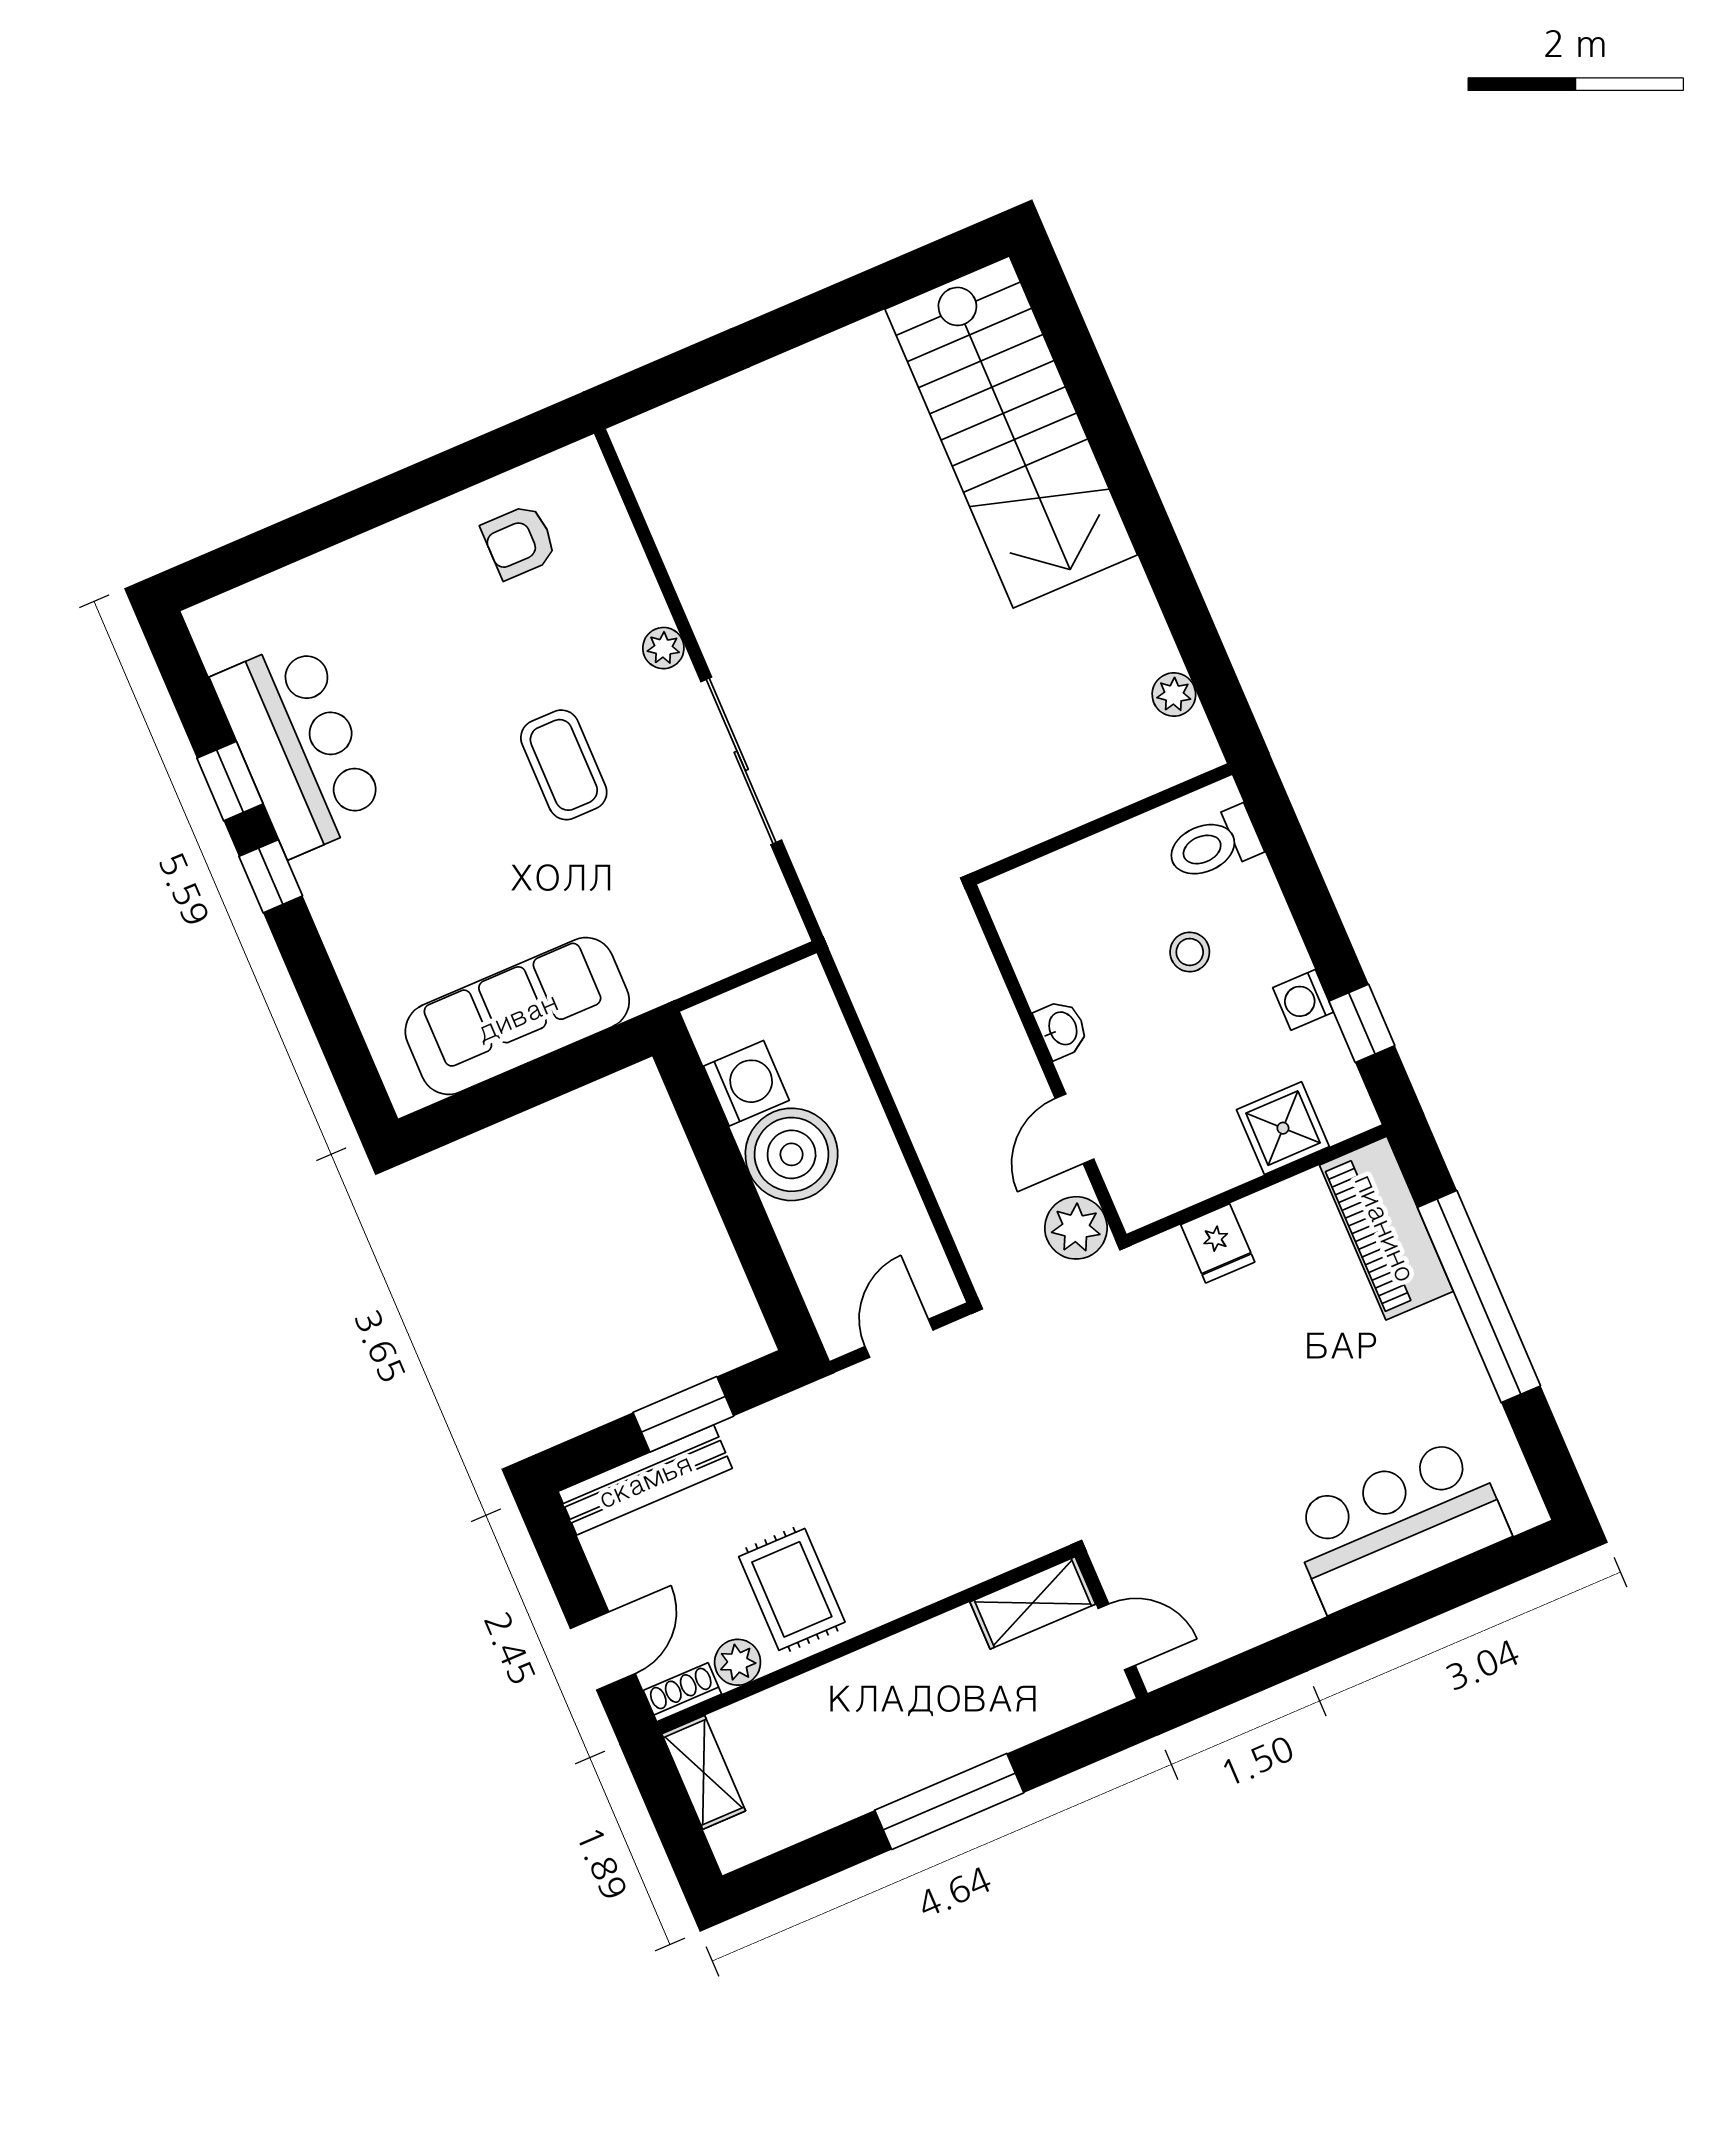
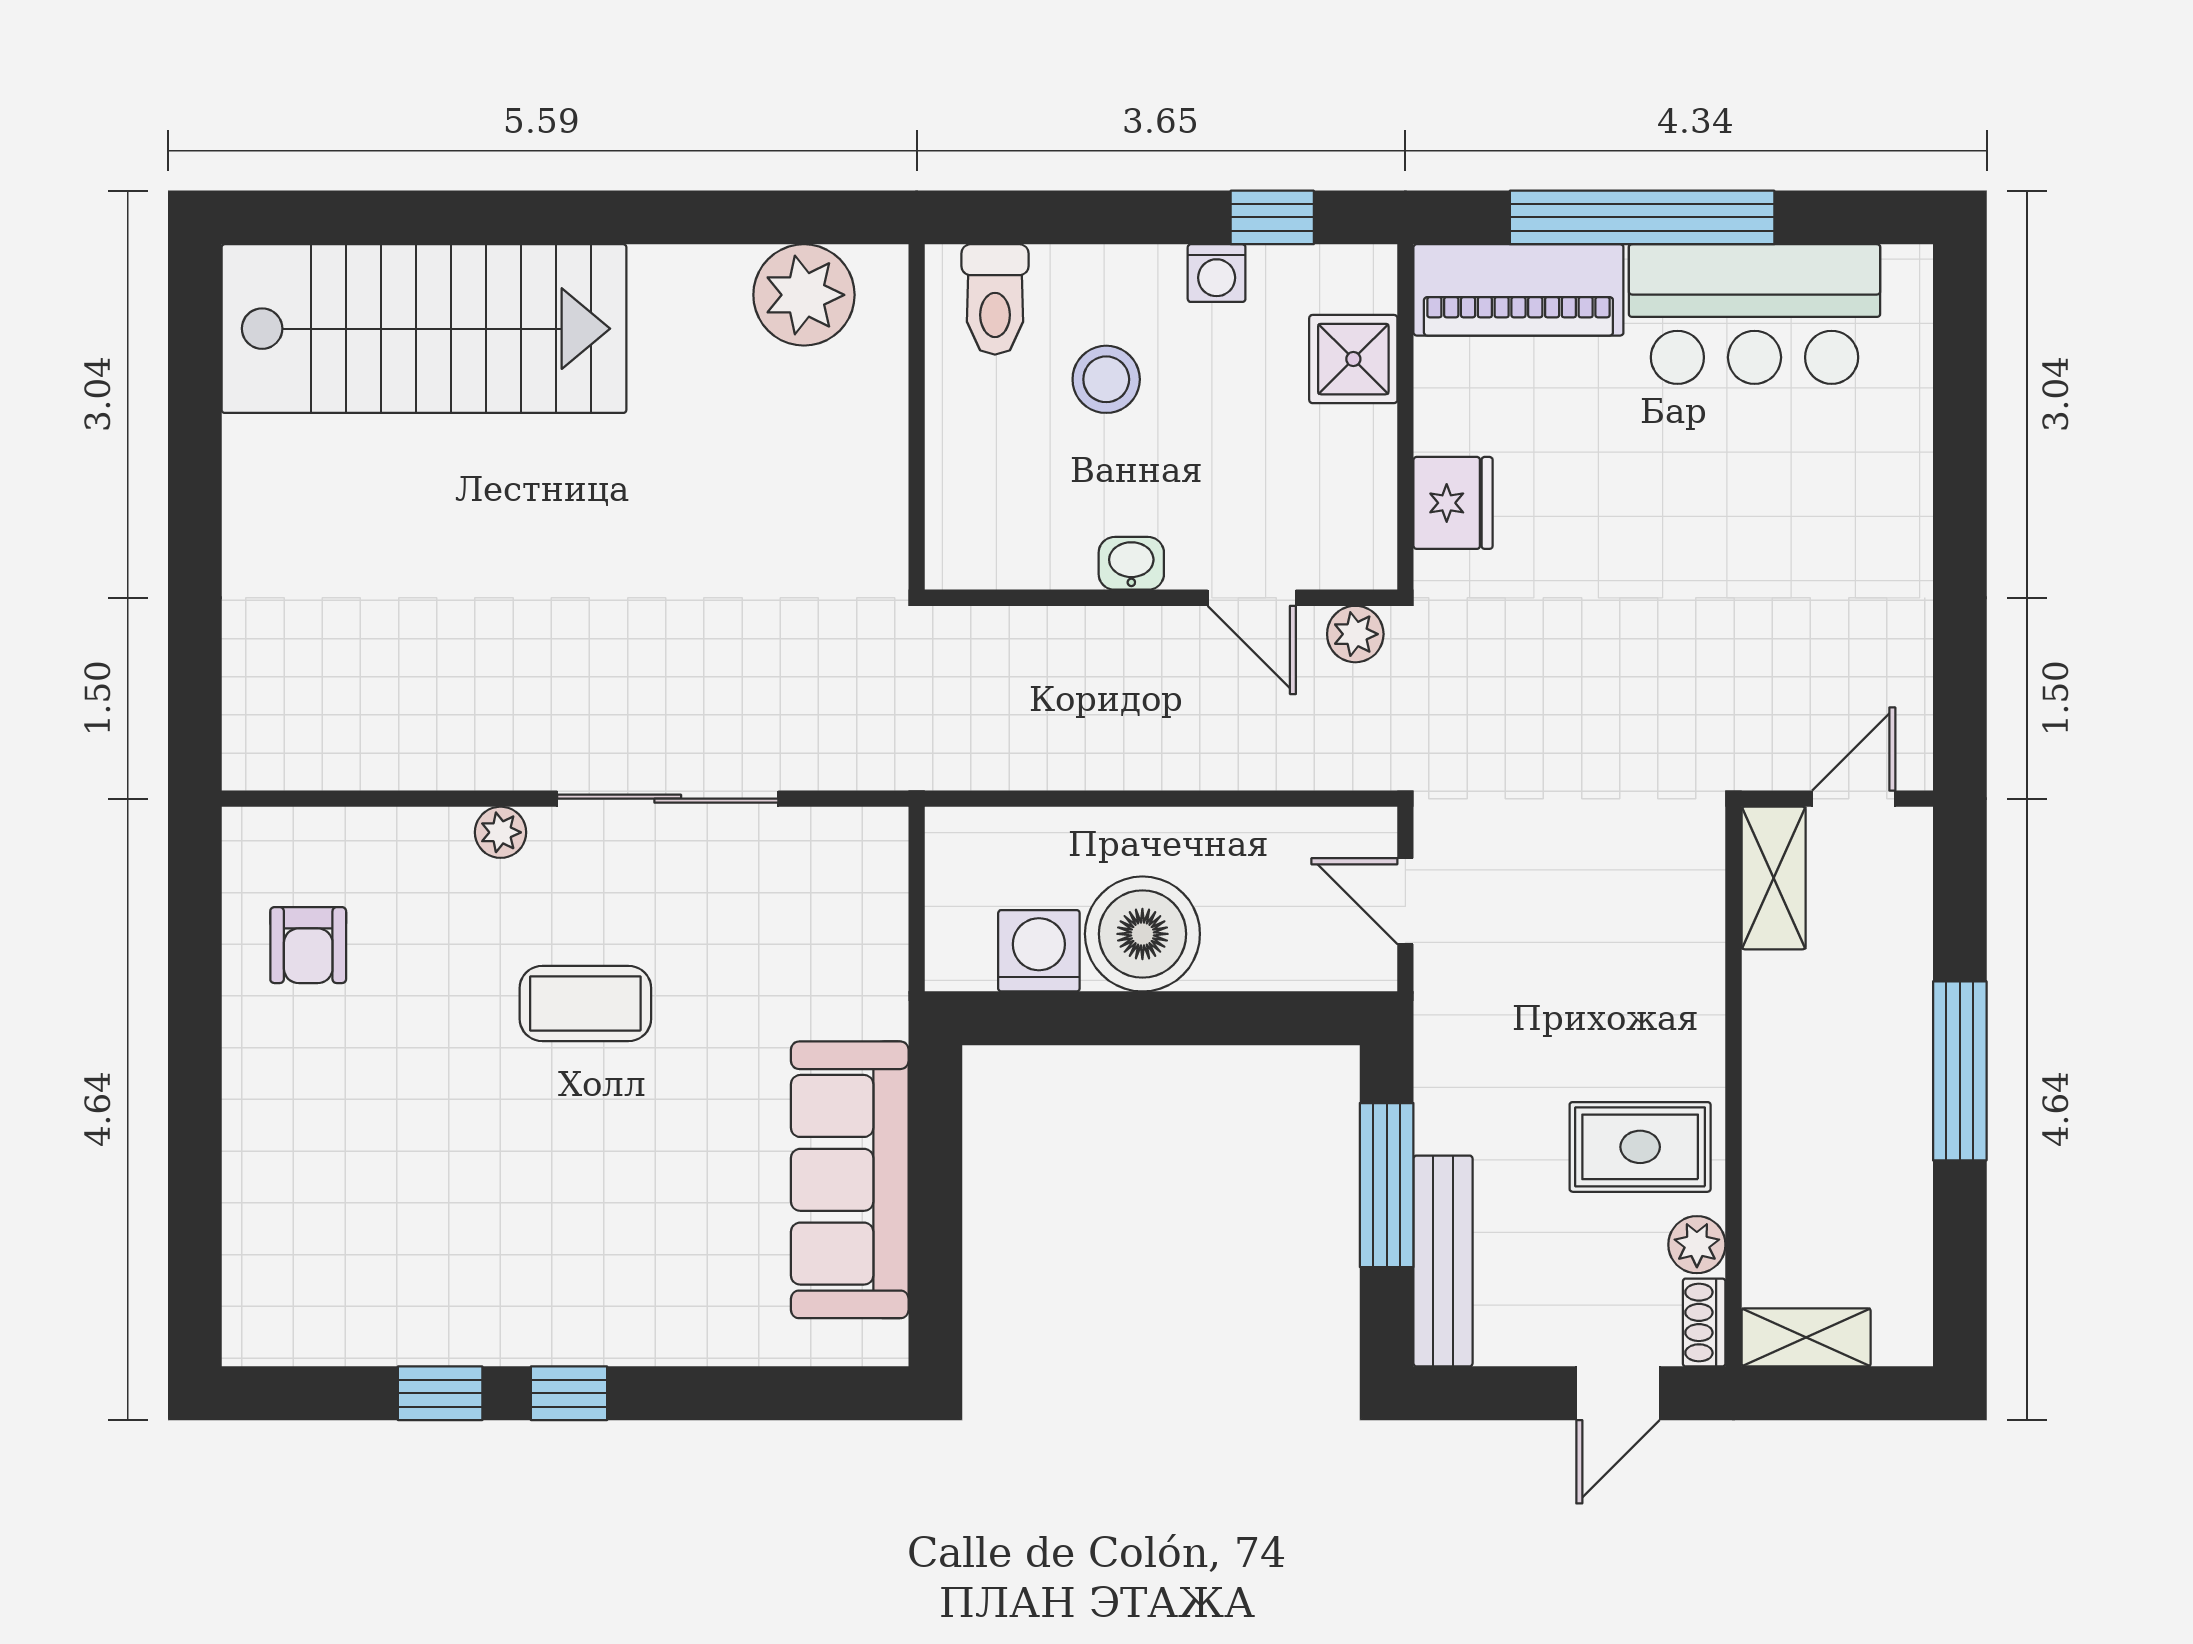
plant: (1174, 695) -> (804, 295), width x1.88, depth x1.88
bar counter: (299, 747) -> (435, 1298), removed
stool: (1190, 952) -> (1106, 379), width x1.37, depth x1.37
plant: (1076, 1228) -> (1355, 634), width x0.73, depth x0.73
fridge: (1218, 1243) -> (1453, 503), width x1.38
window: (683, 1414) -> (1387, 1185), width x1.44
bar counter: (1398, 1525) -> (1755, 314), moved, turned -90
door: (603, 1651) -> (1618, 1393), swing flipped

